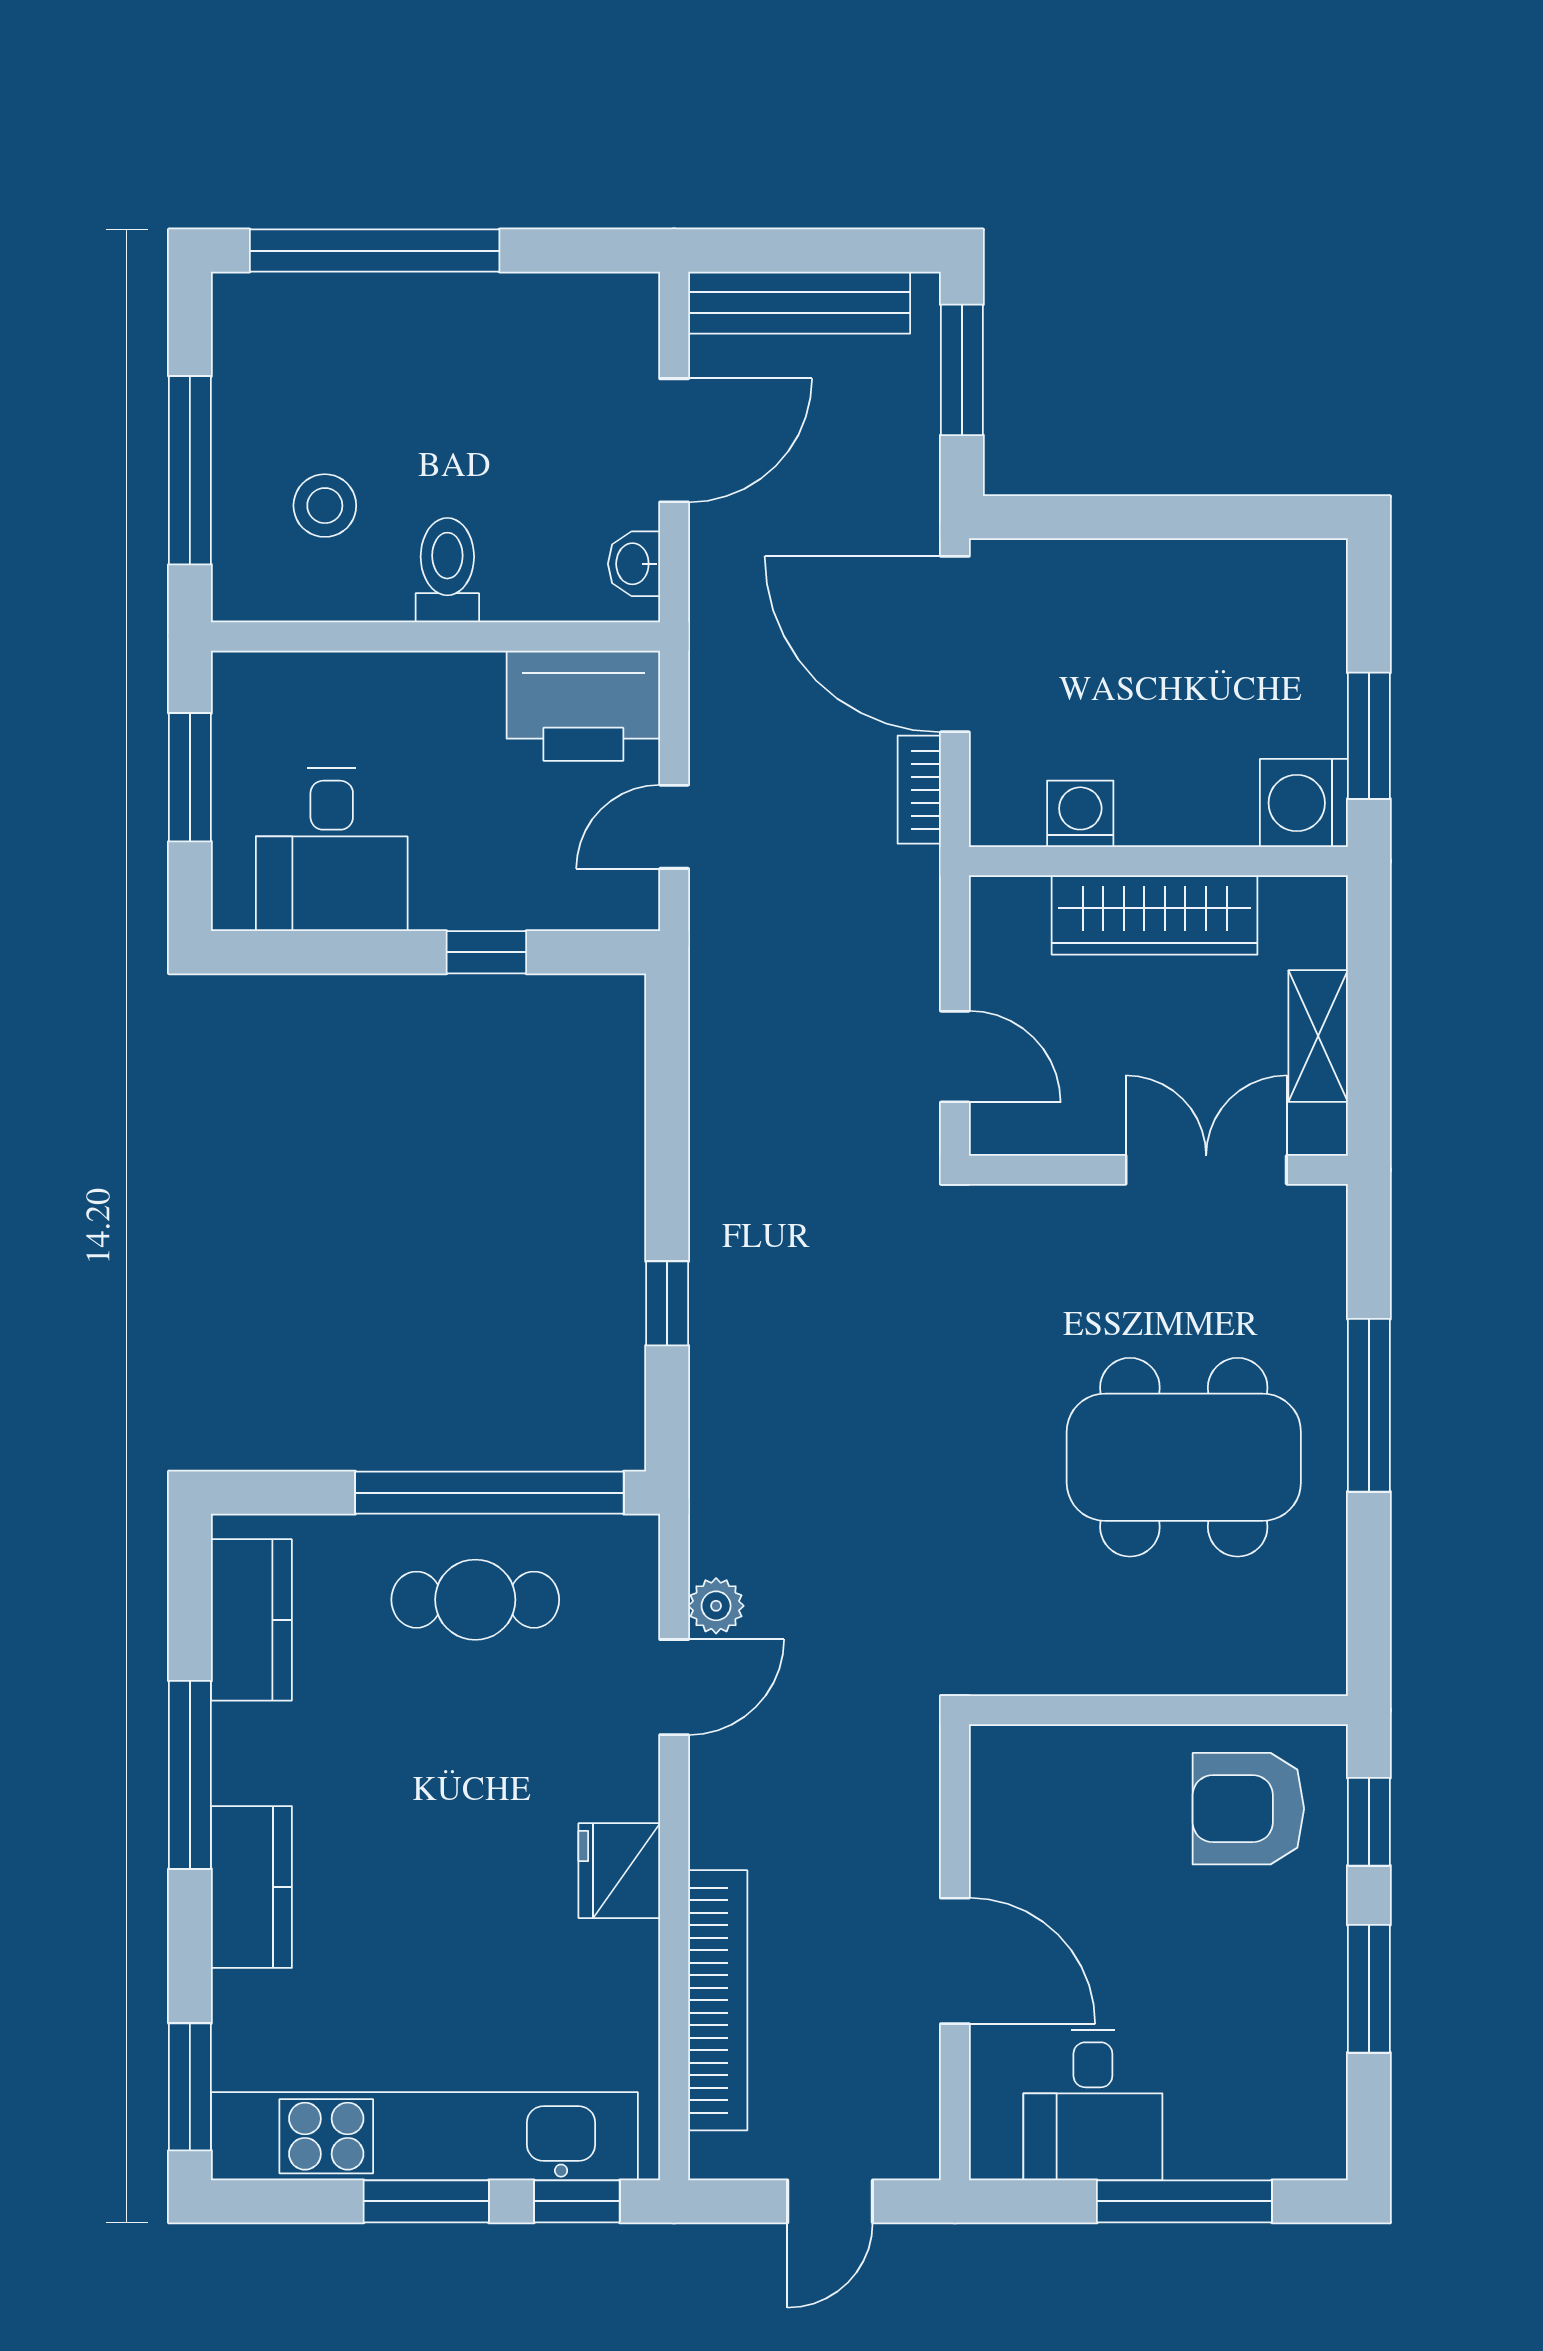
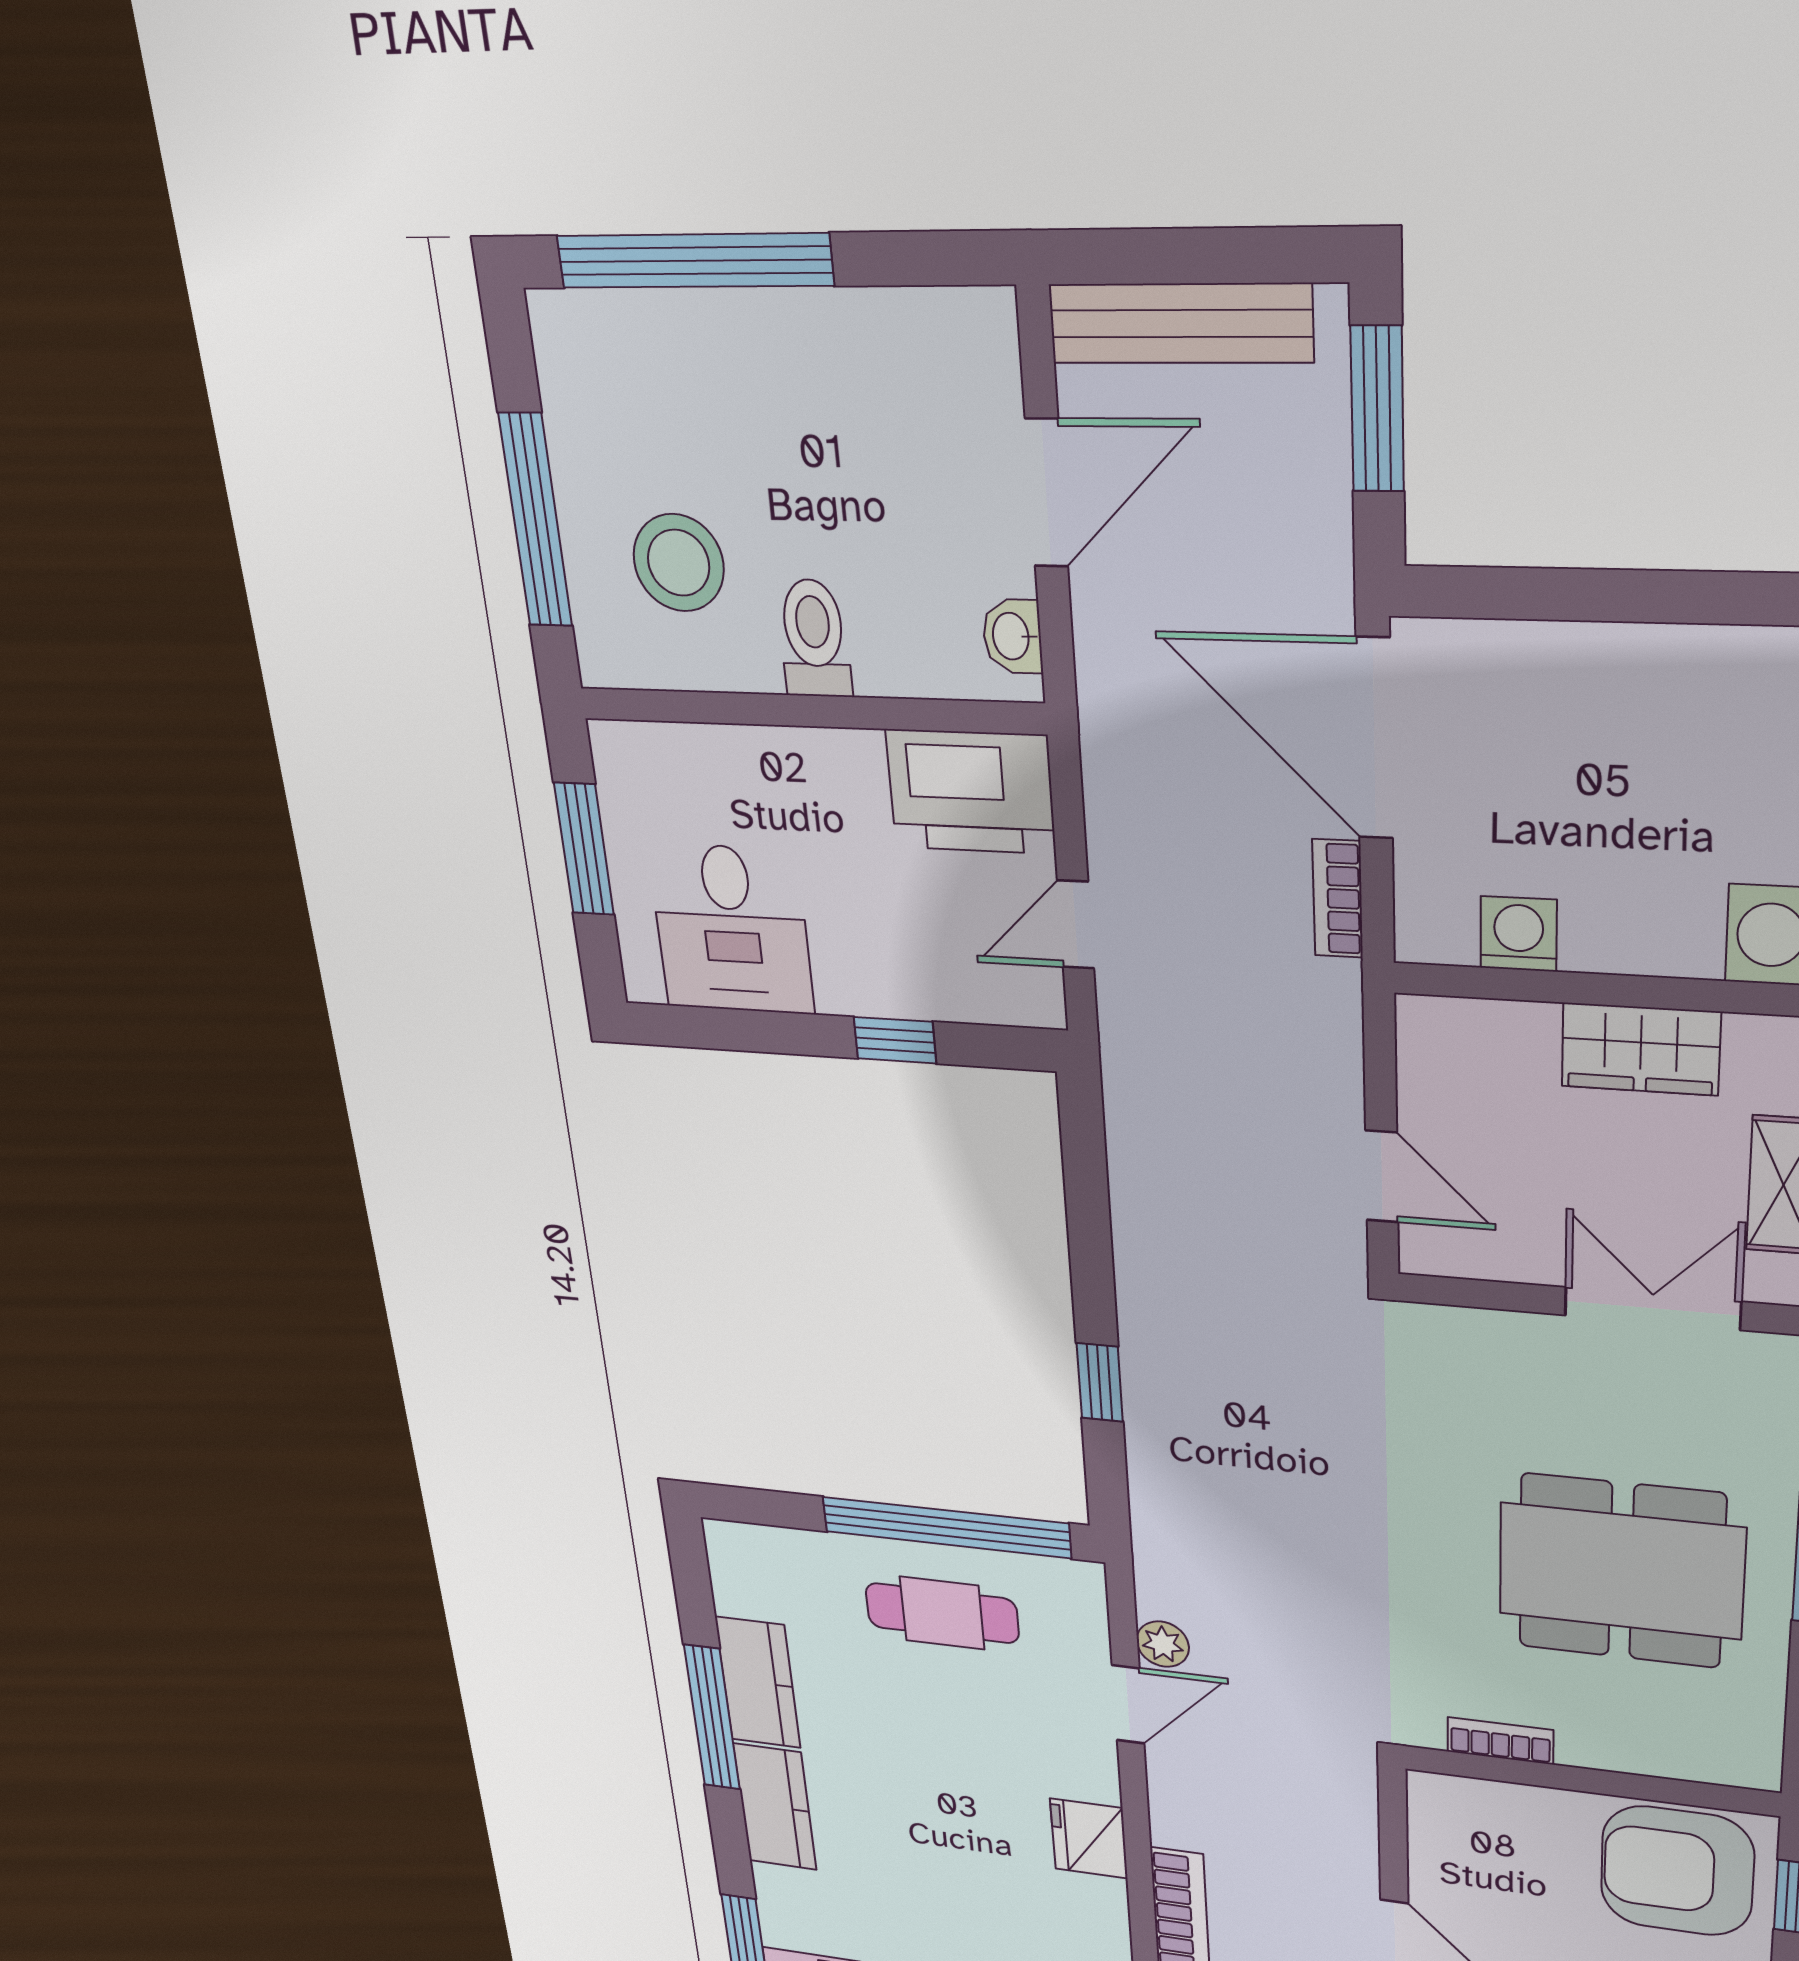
stool: (325, 506) -> (679, 563), width x1.38, depth x1.38
wardrobe: (1155, 915) -> (1641, 1049), width x0.67
kitchen counter: (251, 1620) -> (758, 1683), moved
bookcase: (1067, 1675) -> (1500, 1741), added
armchair: (1248, 1809) -> (1677, 1871), width x1.36, depth x1.36

